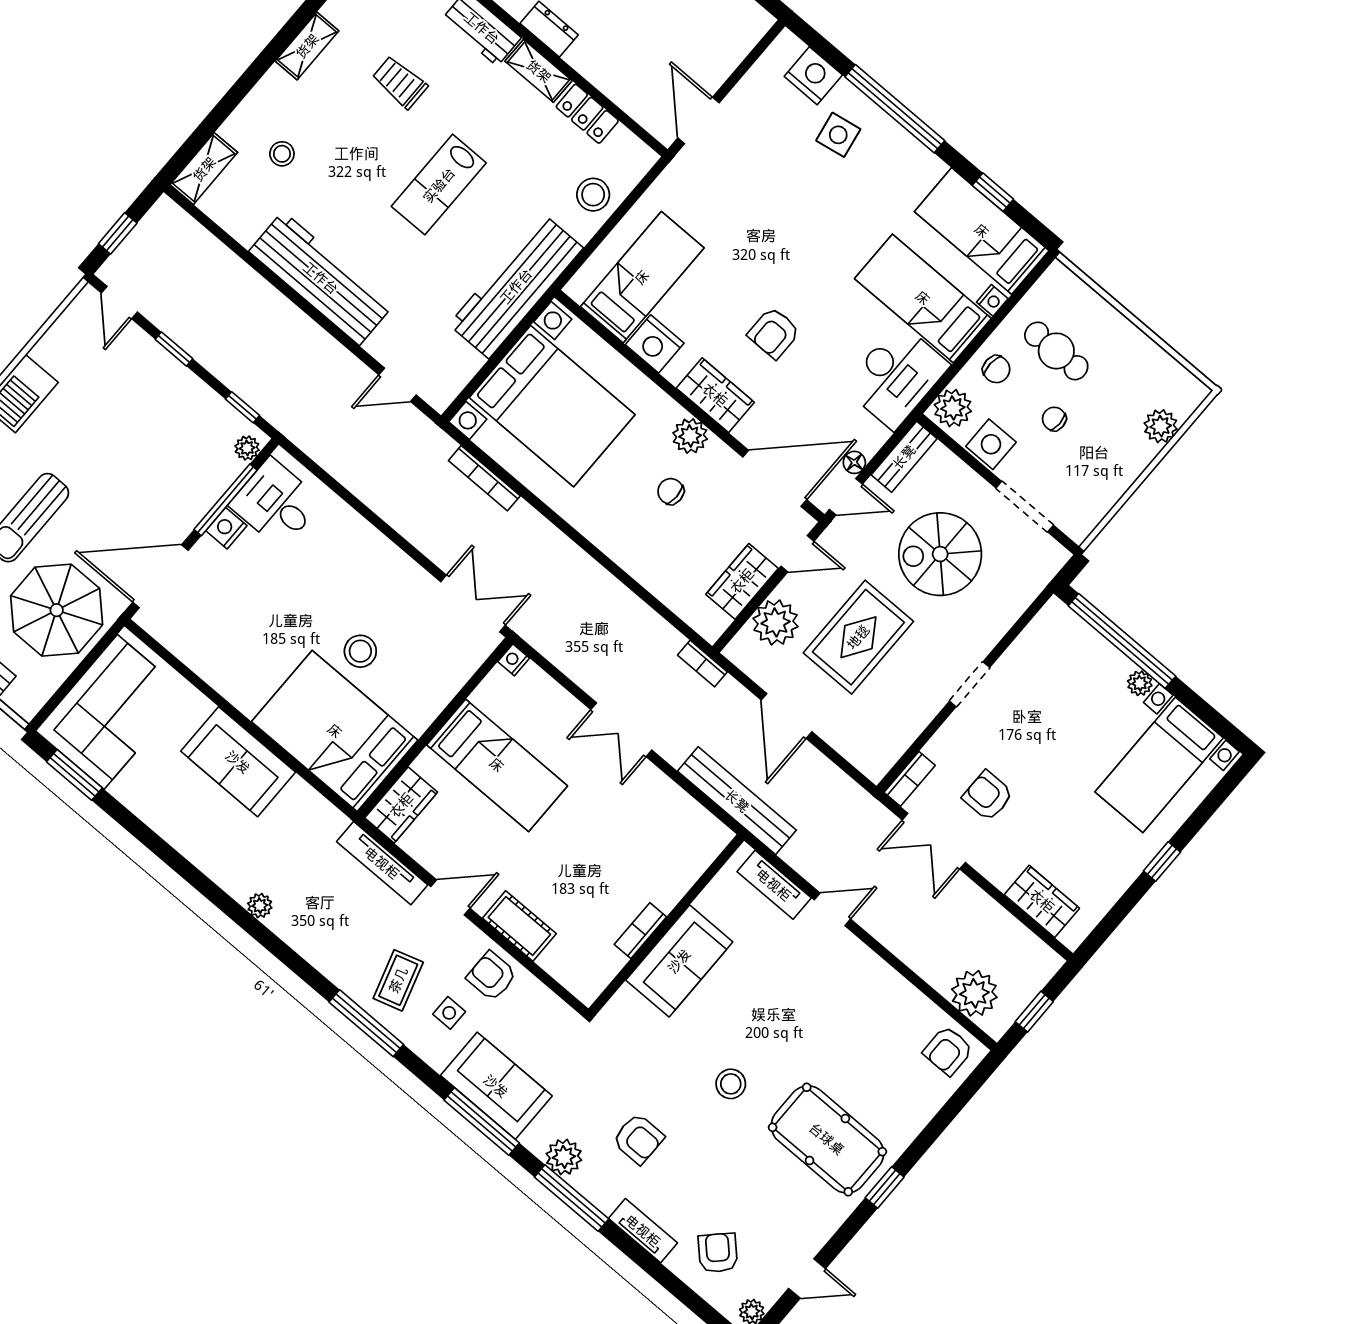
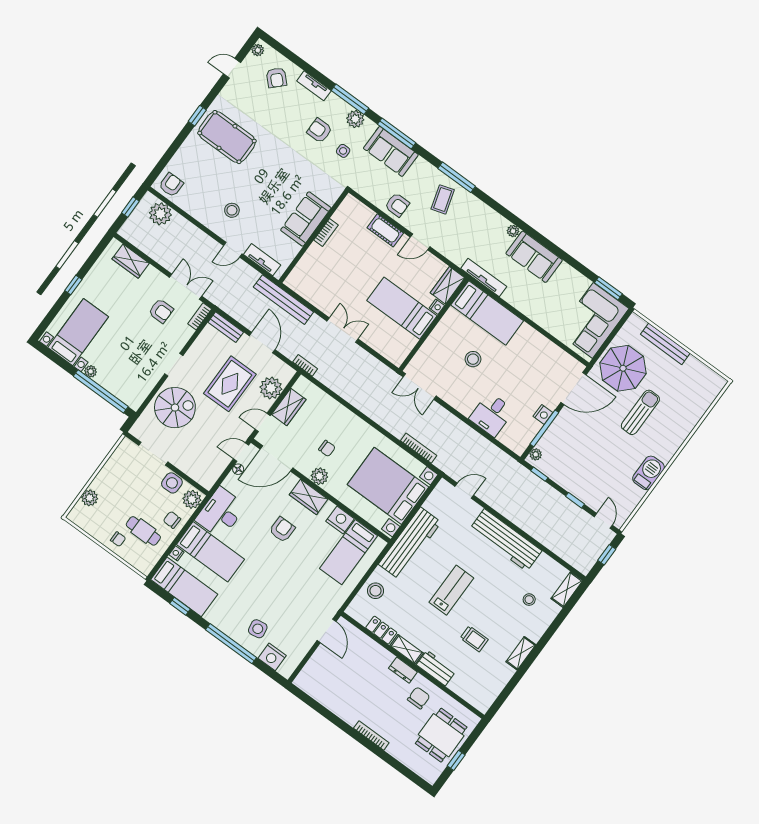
chair: (1054, 419) -> (118, 539), moved
bench: (904, 457) -> (226, 327), moved, turned 90
desk: (276, 503) -> (492, 414), moved, turned 90
spiral stairs: (940, 554) -> (175, 408), moved
nightstand: (514, 660) -> (437, 307), moved
bed: (335, 731) -> (487, 313), width x0.67
sofa: (238, 762) -> (534, 257), moved, turned 180
tv unit: (382, 863) -> (484, 277), moved
side table: (449, 1013) -> (343, 151), moved
stool: (731, 1084) -> (232, 210), moved

